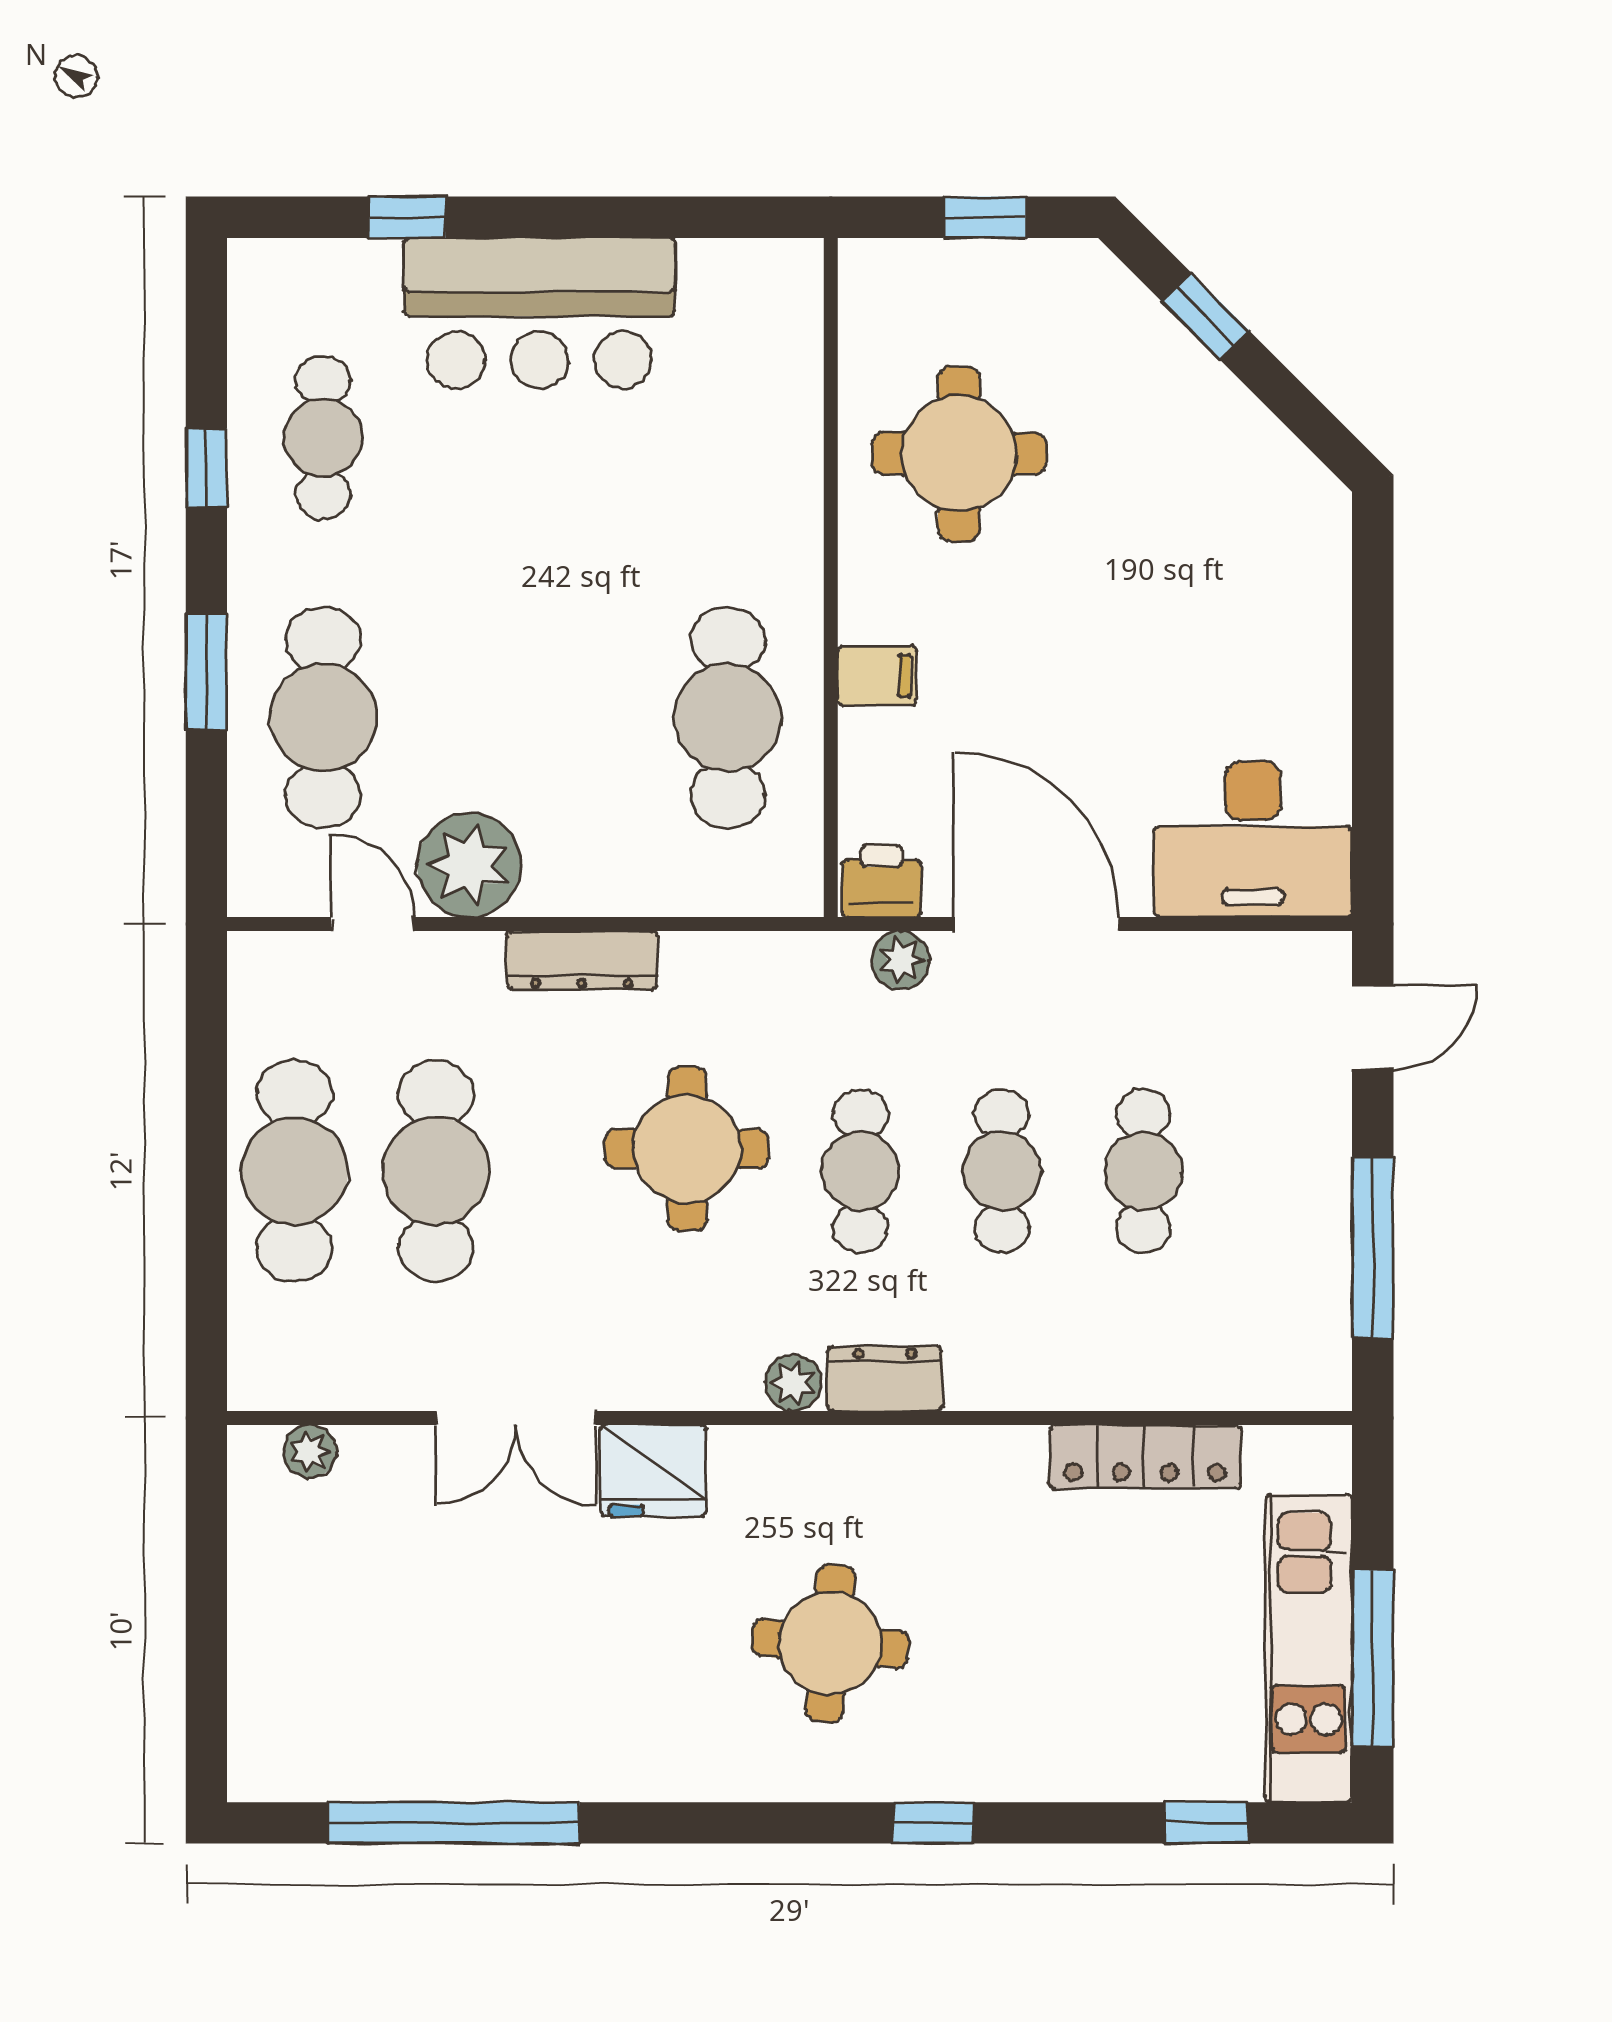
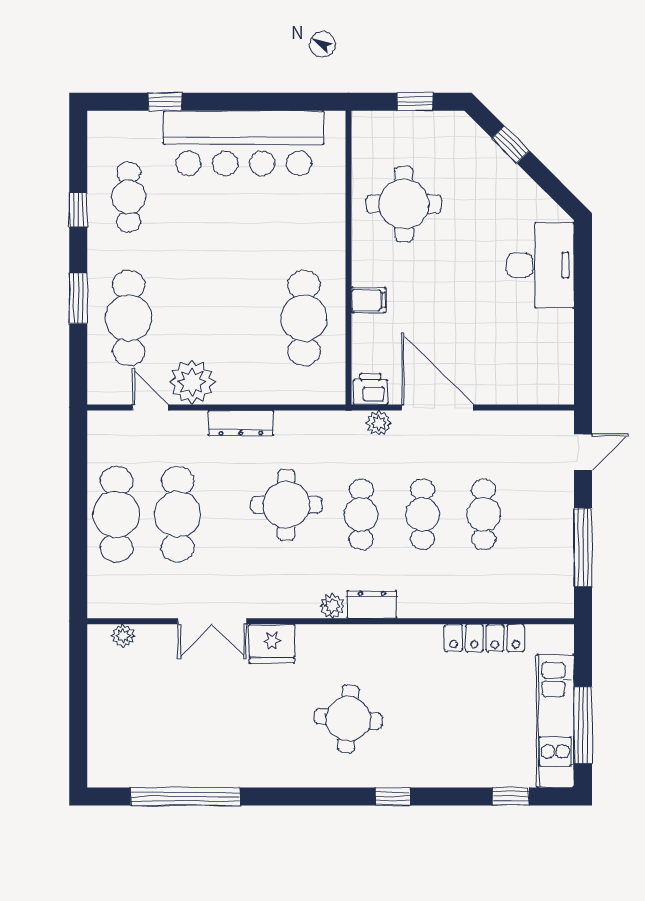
bar counter: (539, 313) -> (244, 143), width x1.36
desk: (1253, 839) -> (540, 265), moved, turned -90

